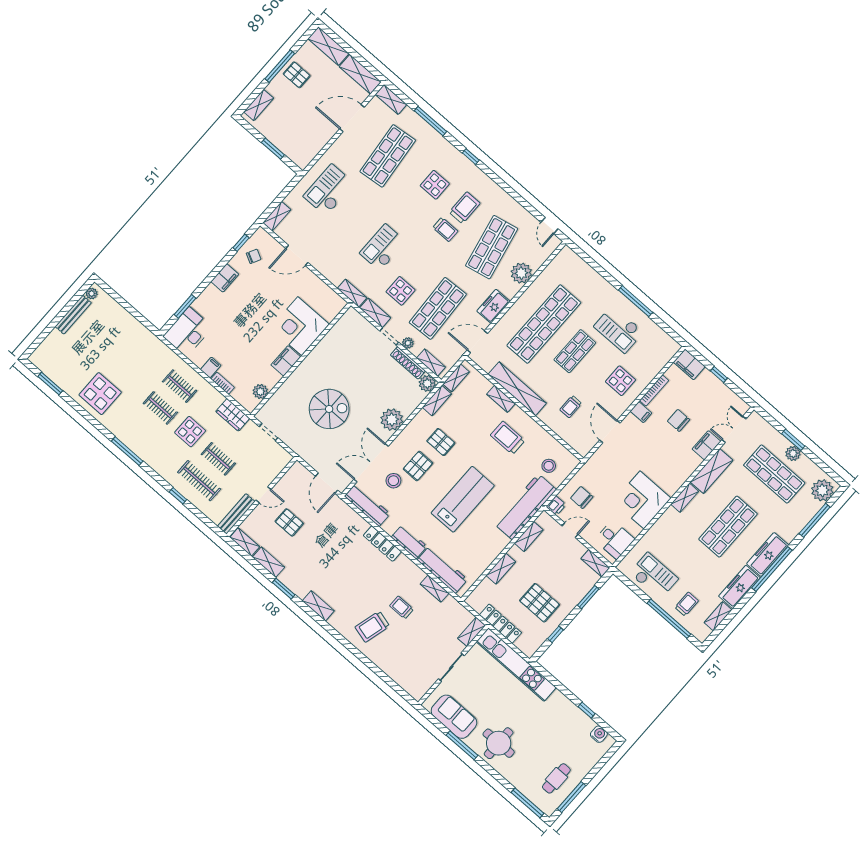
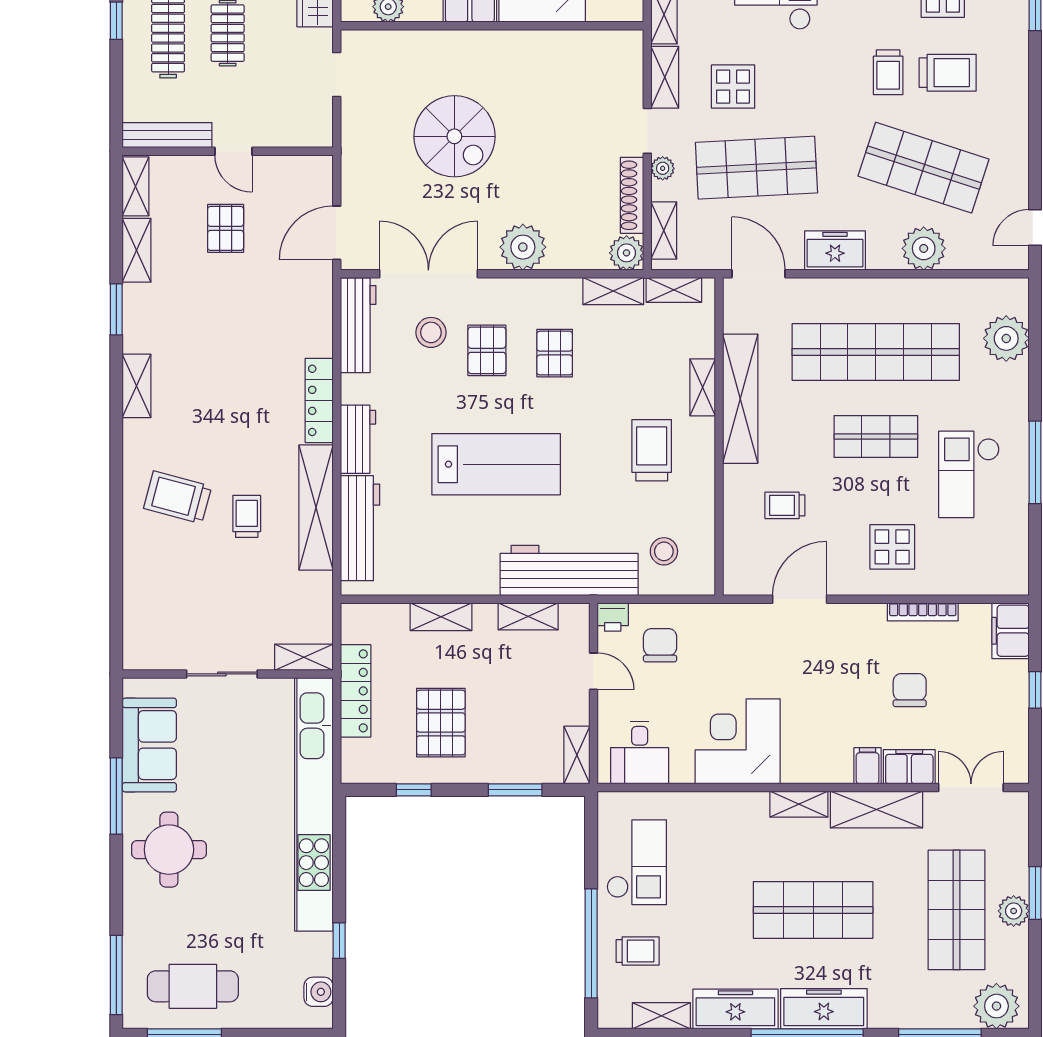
shop shelf: (492, 247) -> (924, 168), turned 30
plant: (581, 272) -> (1006, 338), added
filing cabinet: (641, 412) -> (868, 766), moved, turned 180
pallet: (418, 466) -> (487, 350), turned 90
shelving: (434, 589) -> (316, 508), width x2.20, depth x1.33
kitchen unit: (516, 665) -> (314, 804), width x1.36
cafe table: (556, 778) -> (193, 986), width x1.37, depth x1.35

